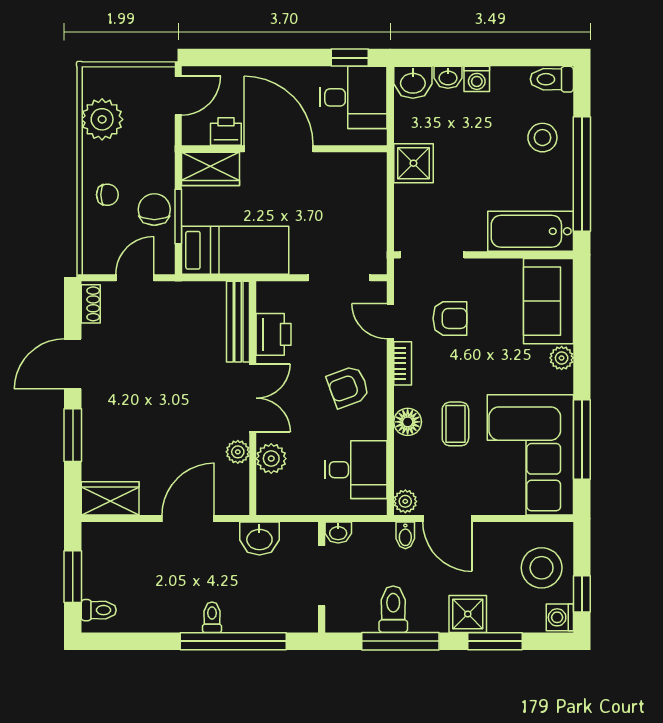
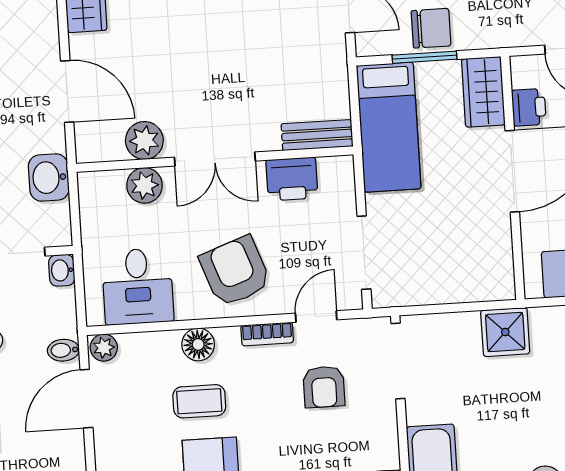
bench: (238, 322) -> (317, 135), width x0.73
armchair: (348, 387) -> (235, 271), width x1.38, depth x1.38
plant: (238, 452) -> (144, 140), width x1.38, depth x1.38

